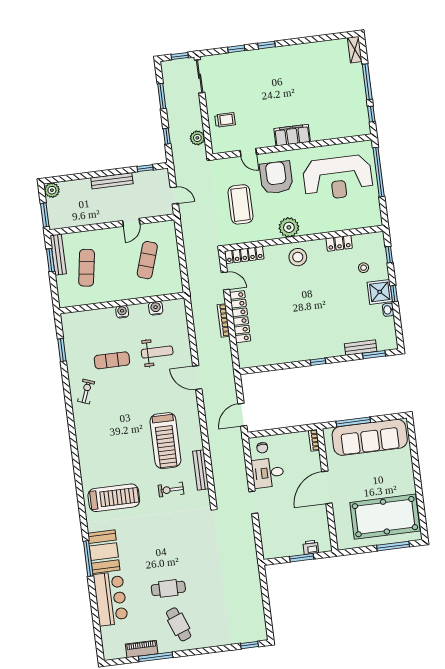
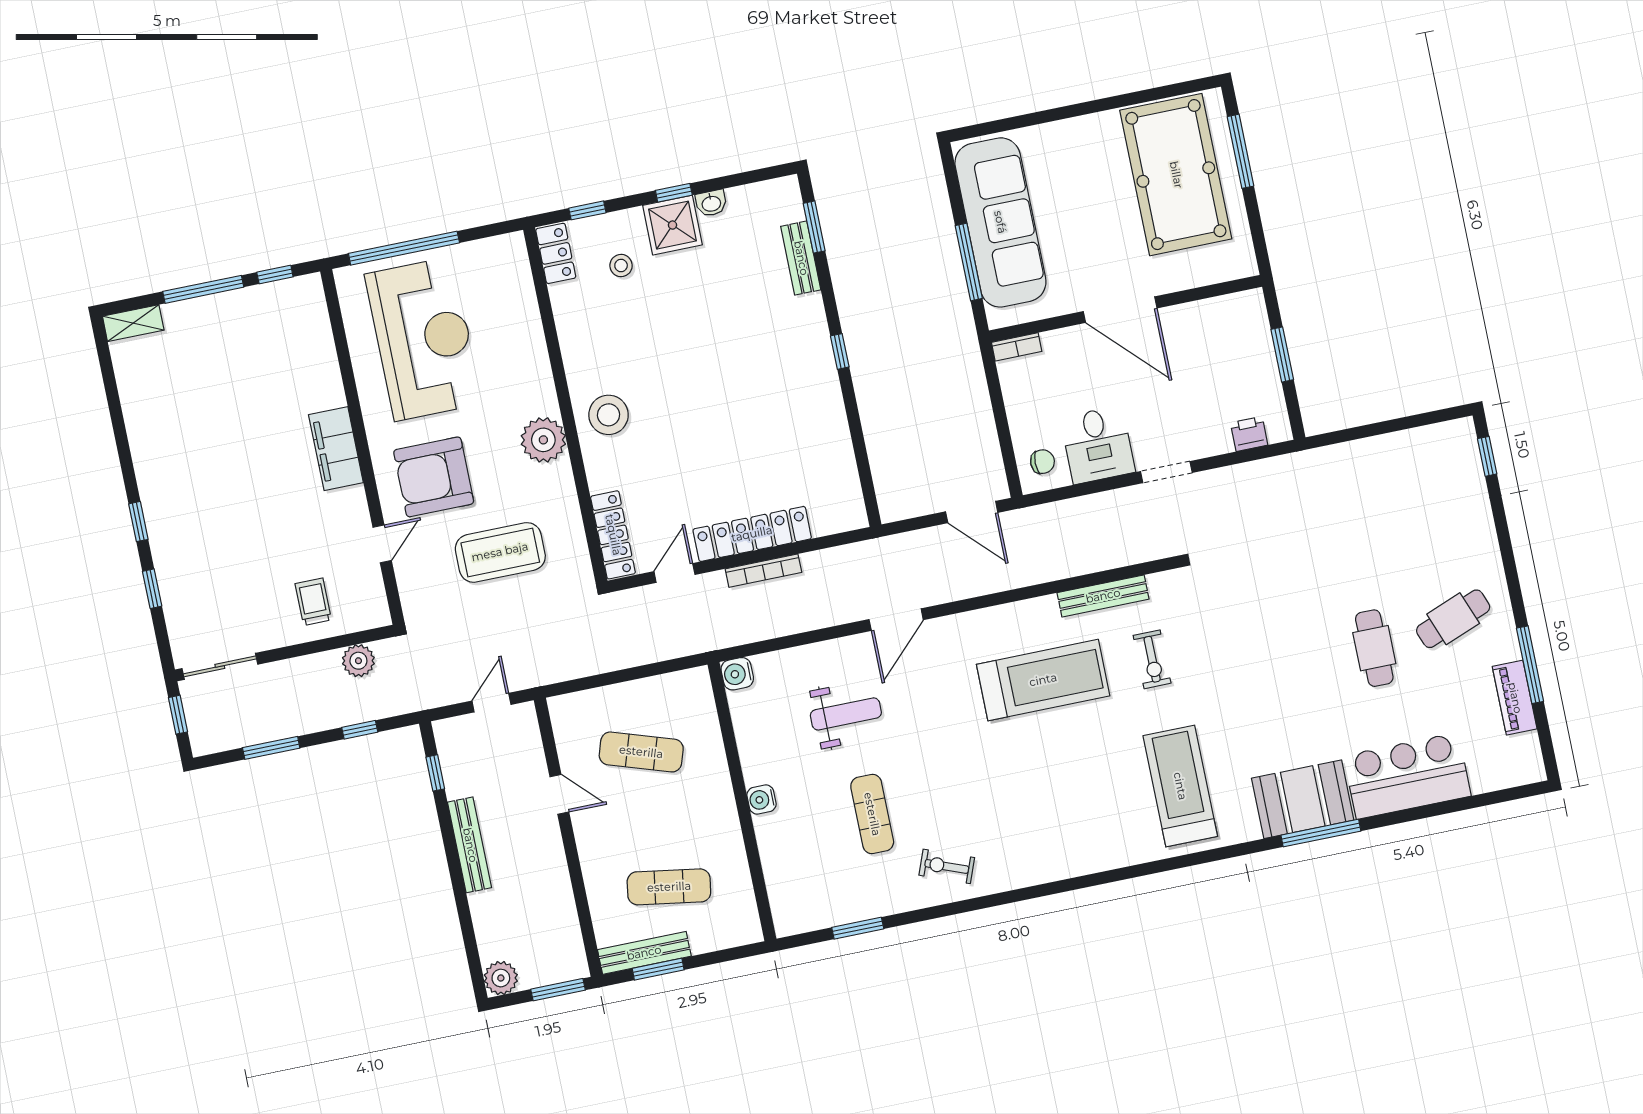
locker: (339, 243) -> (556, 253), moved
water cooler: (156, 308) -> (737, 674), moved
weight bench: (157, 352) -> (846, 714), turned 90
printer: (311, 547) -> (1249, 434), moved, turned 90

